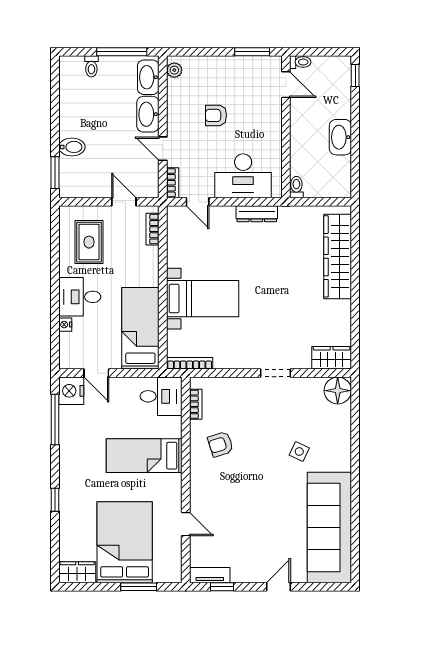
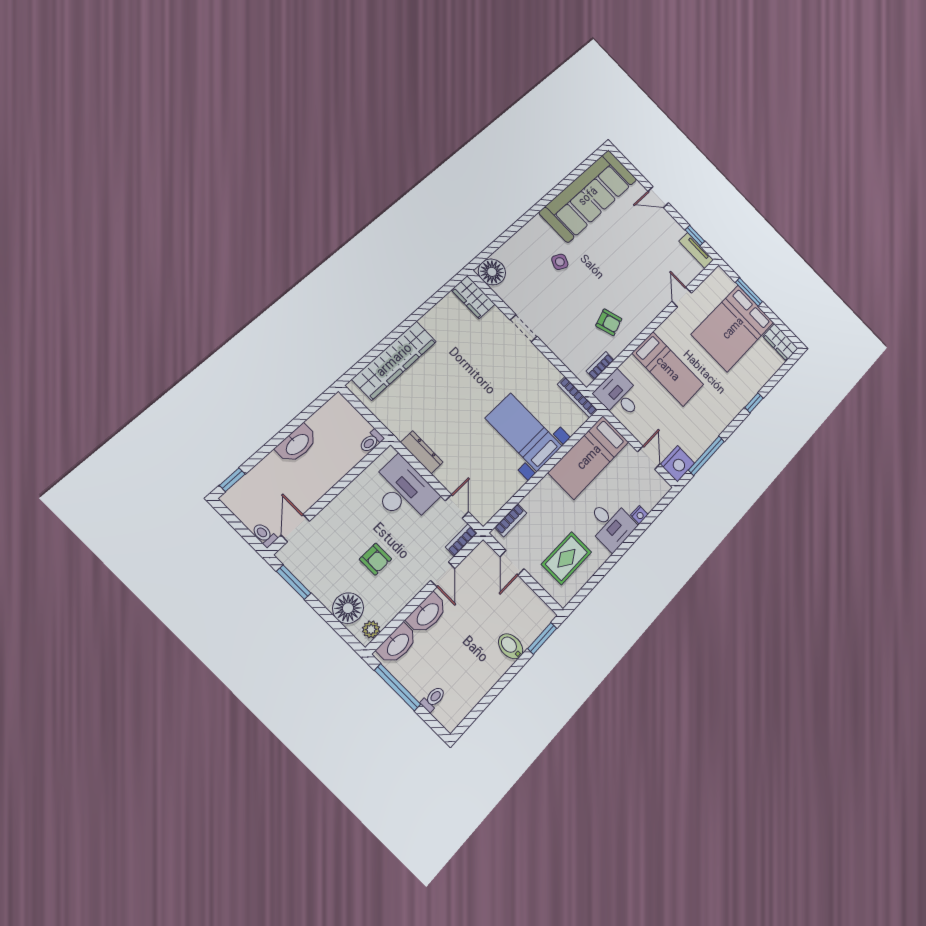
floor lamp: (202, 69) -> (348, 608), added

